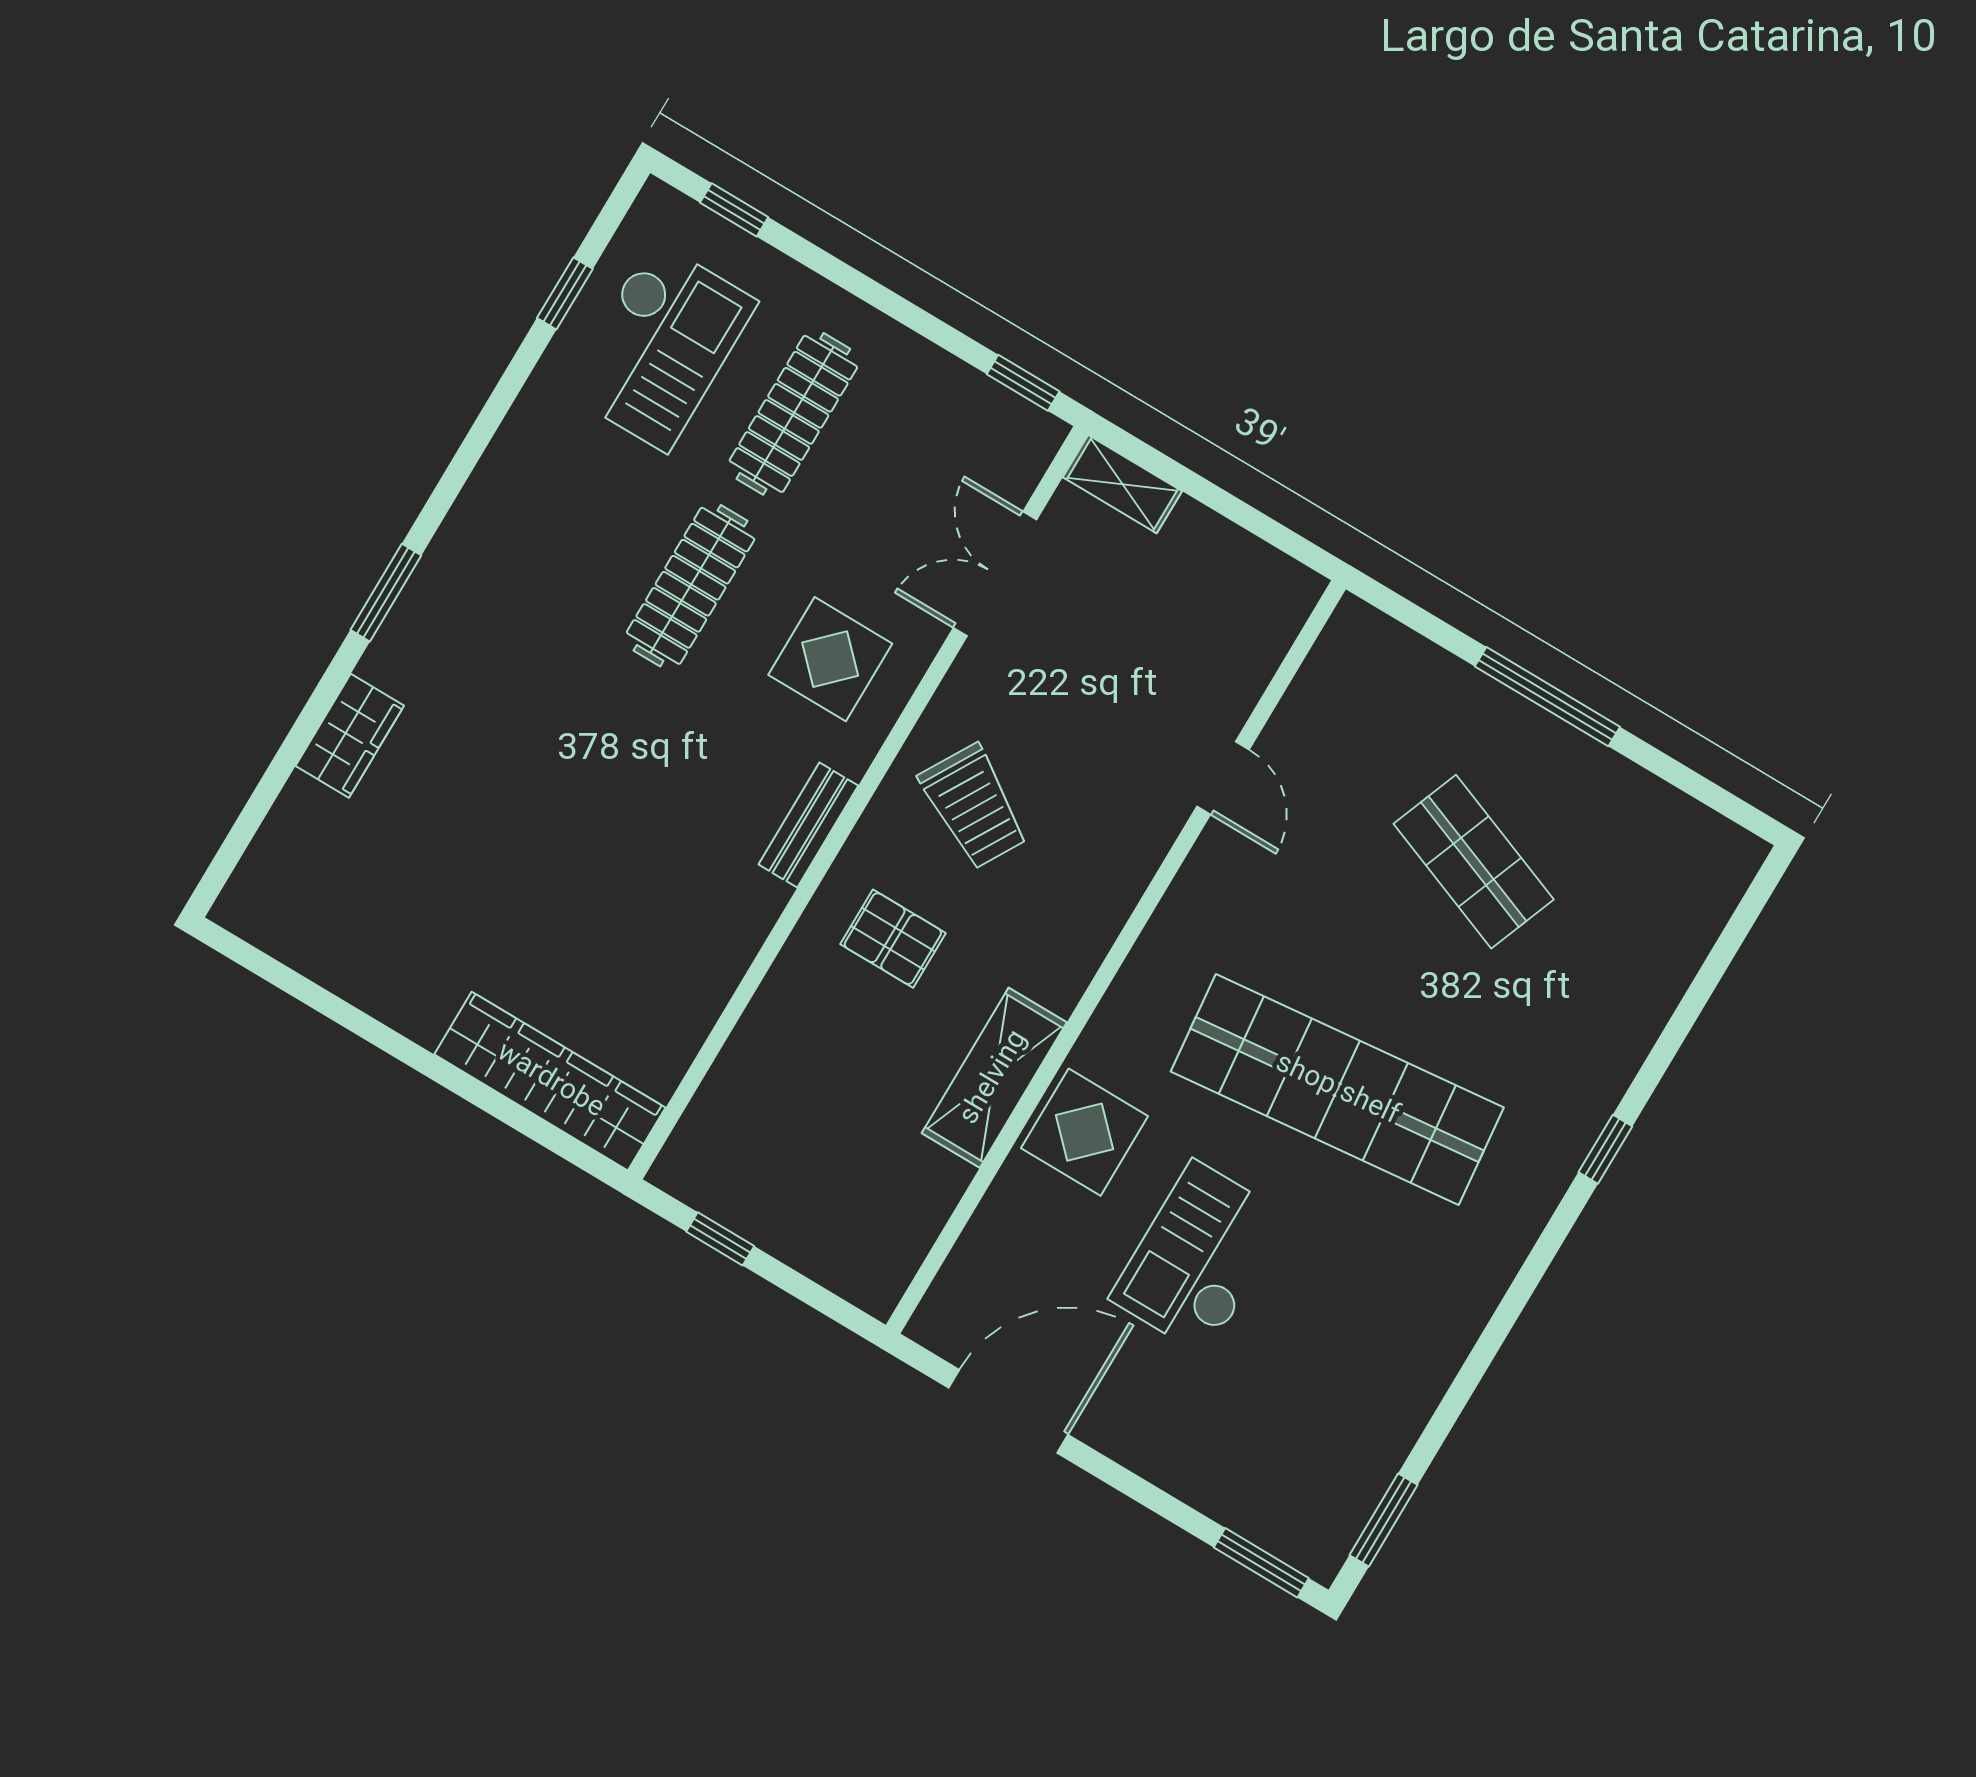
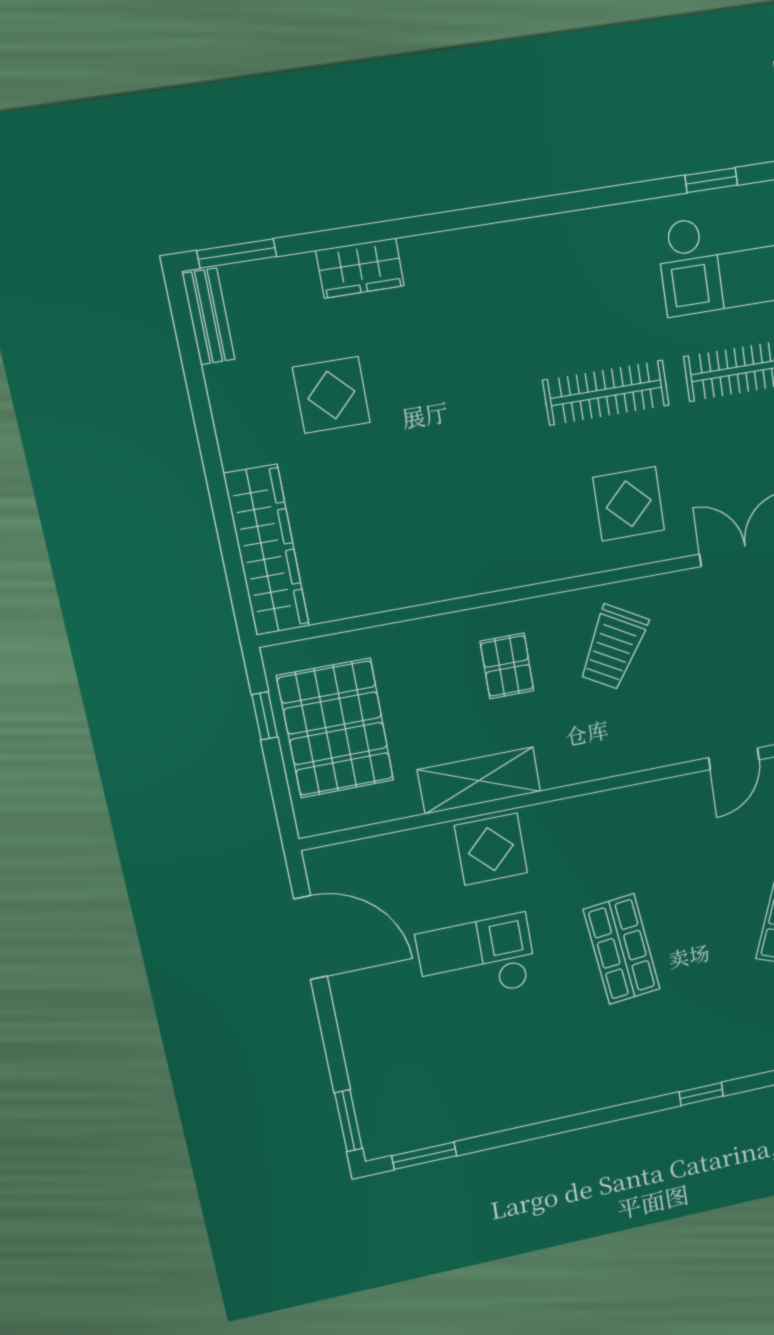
window: (386, 593) -> (237, 254), moved
bench: (808, 825) -> (209, 317), moved, turned 90
display table: (450, 875) -> (331, 395), added
shop shelf: (1337, 1090) -> (622, 949), width x0.50, depth x0.74
pallet: (799, 1178) -> (336, 728), added

